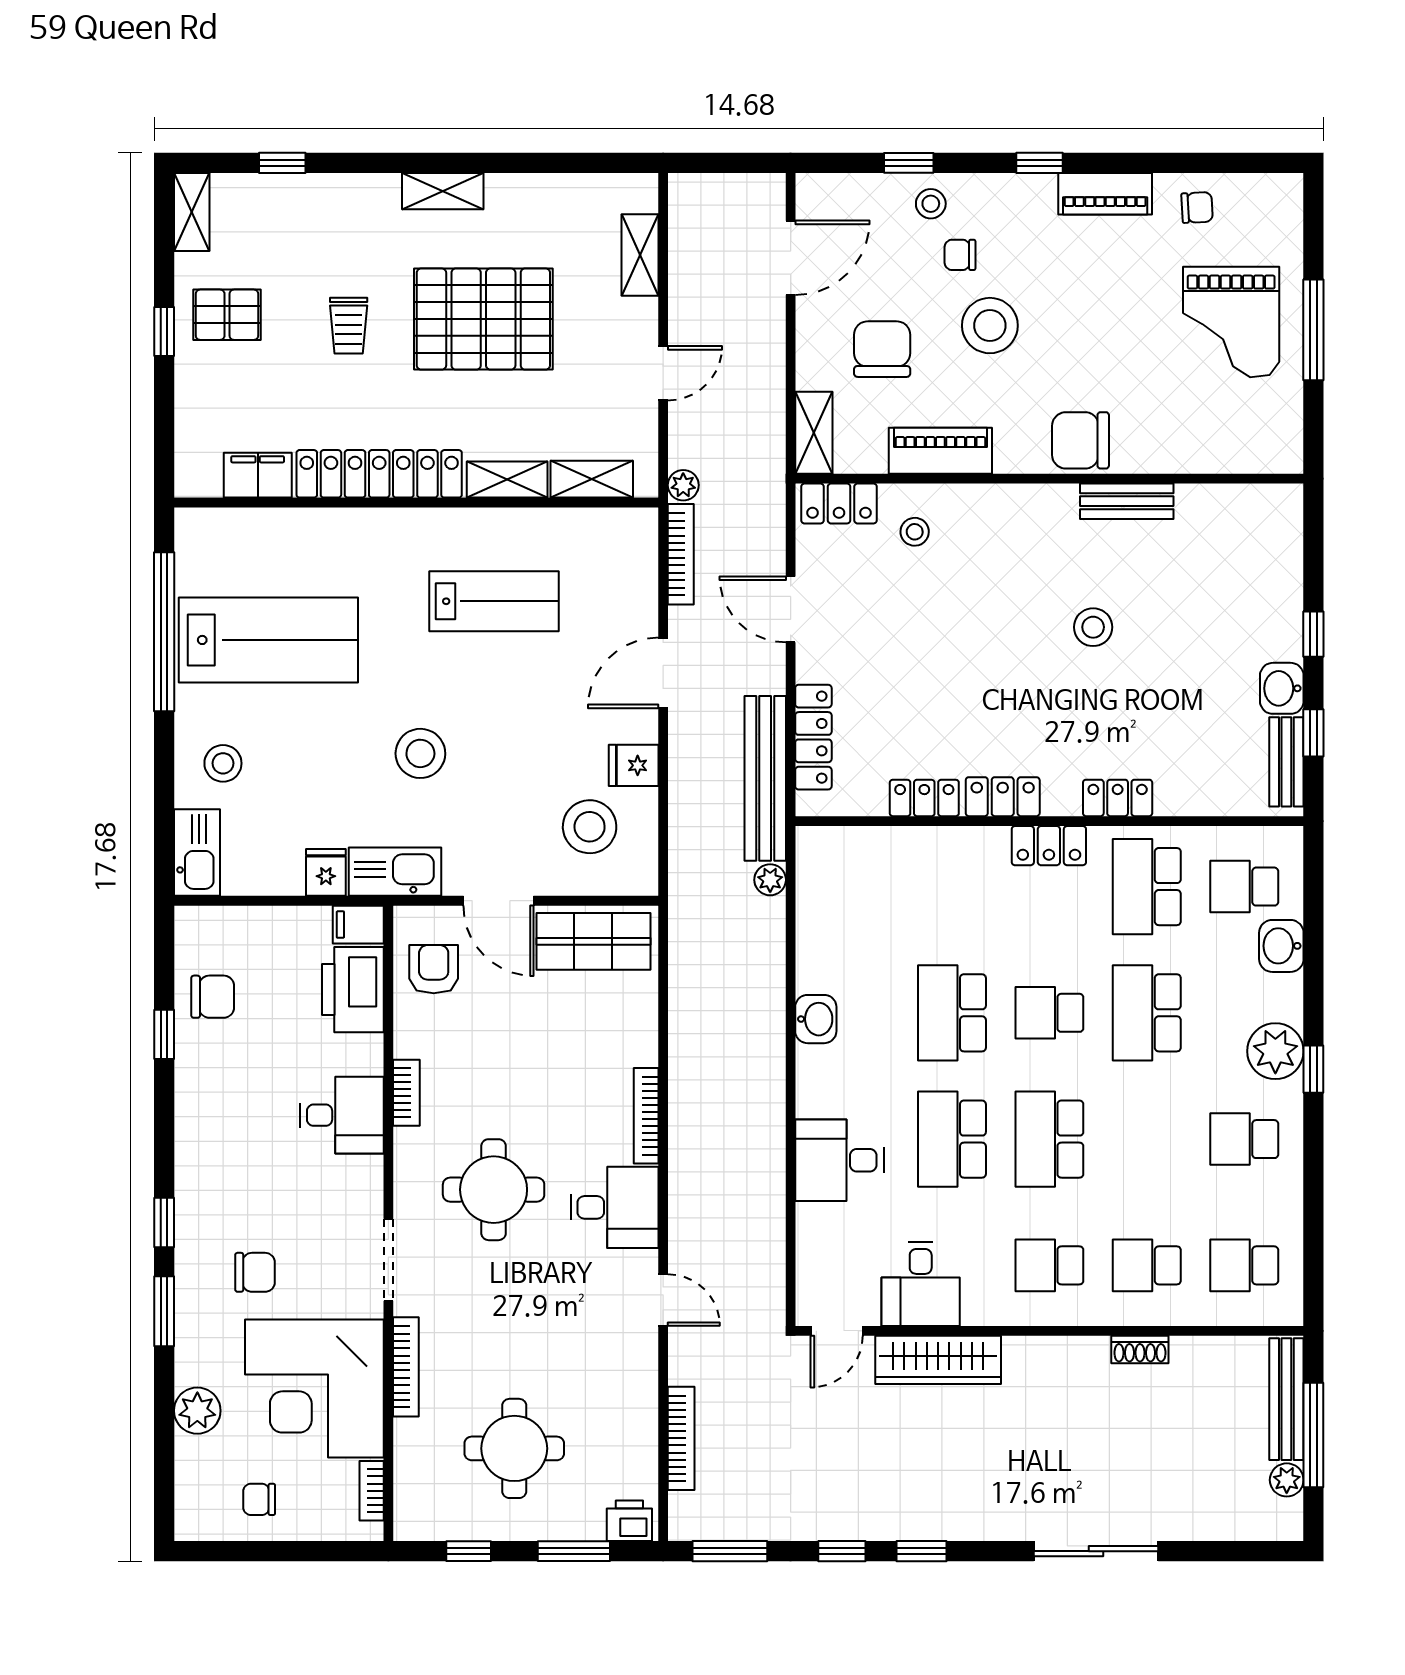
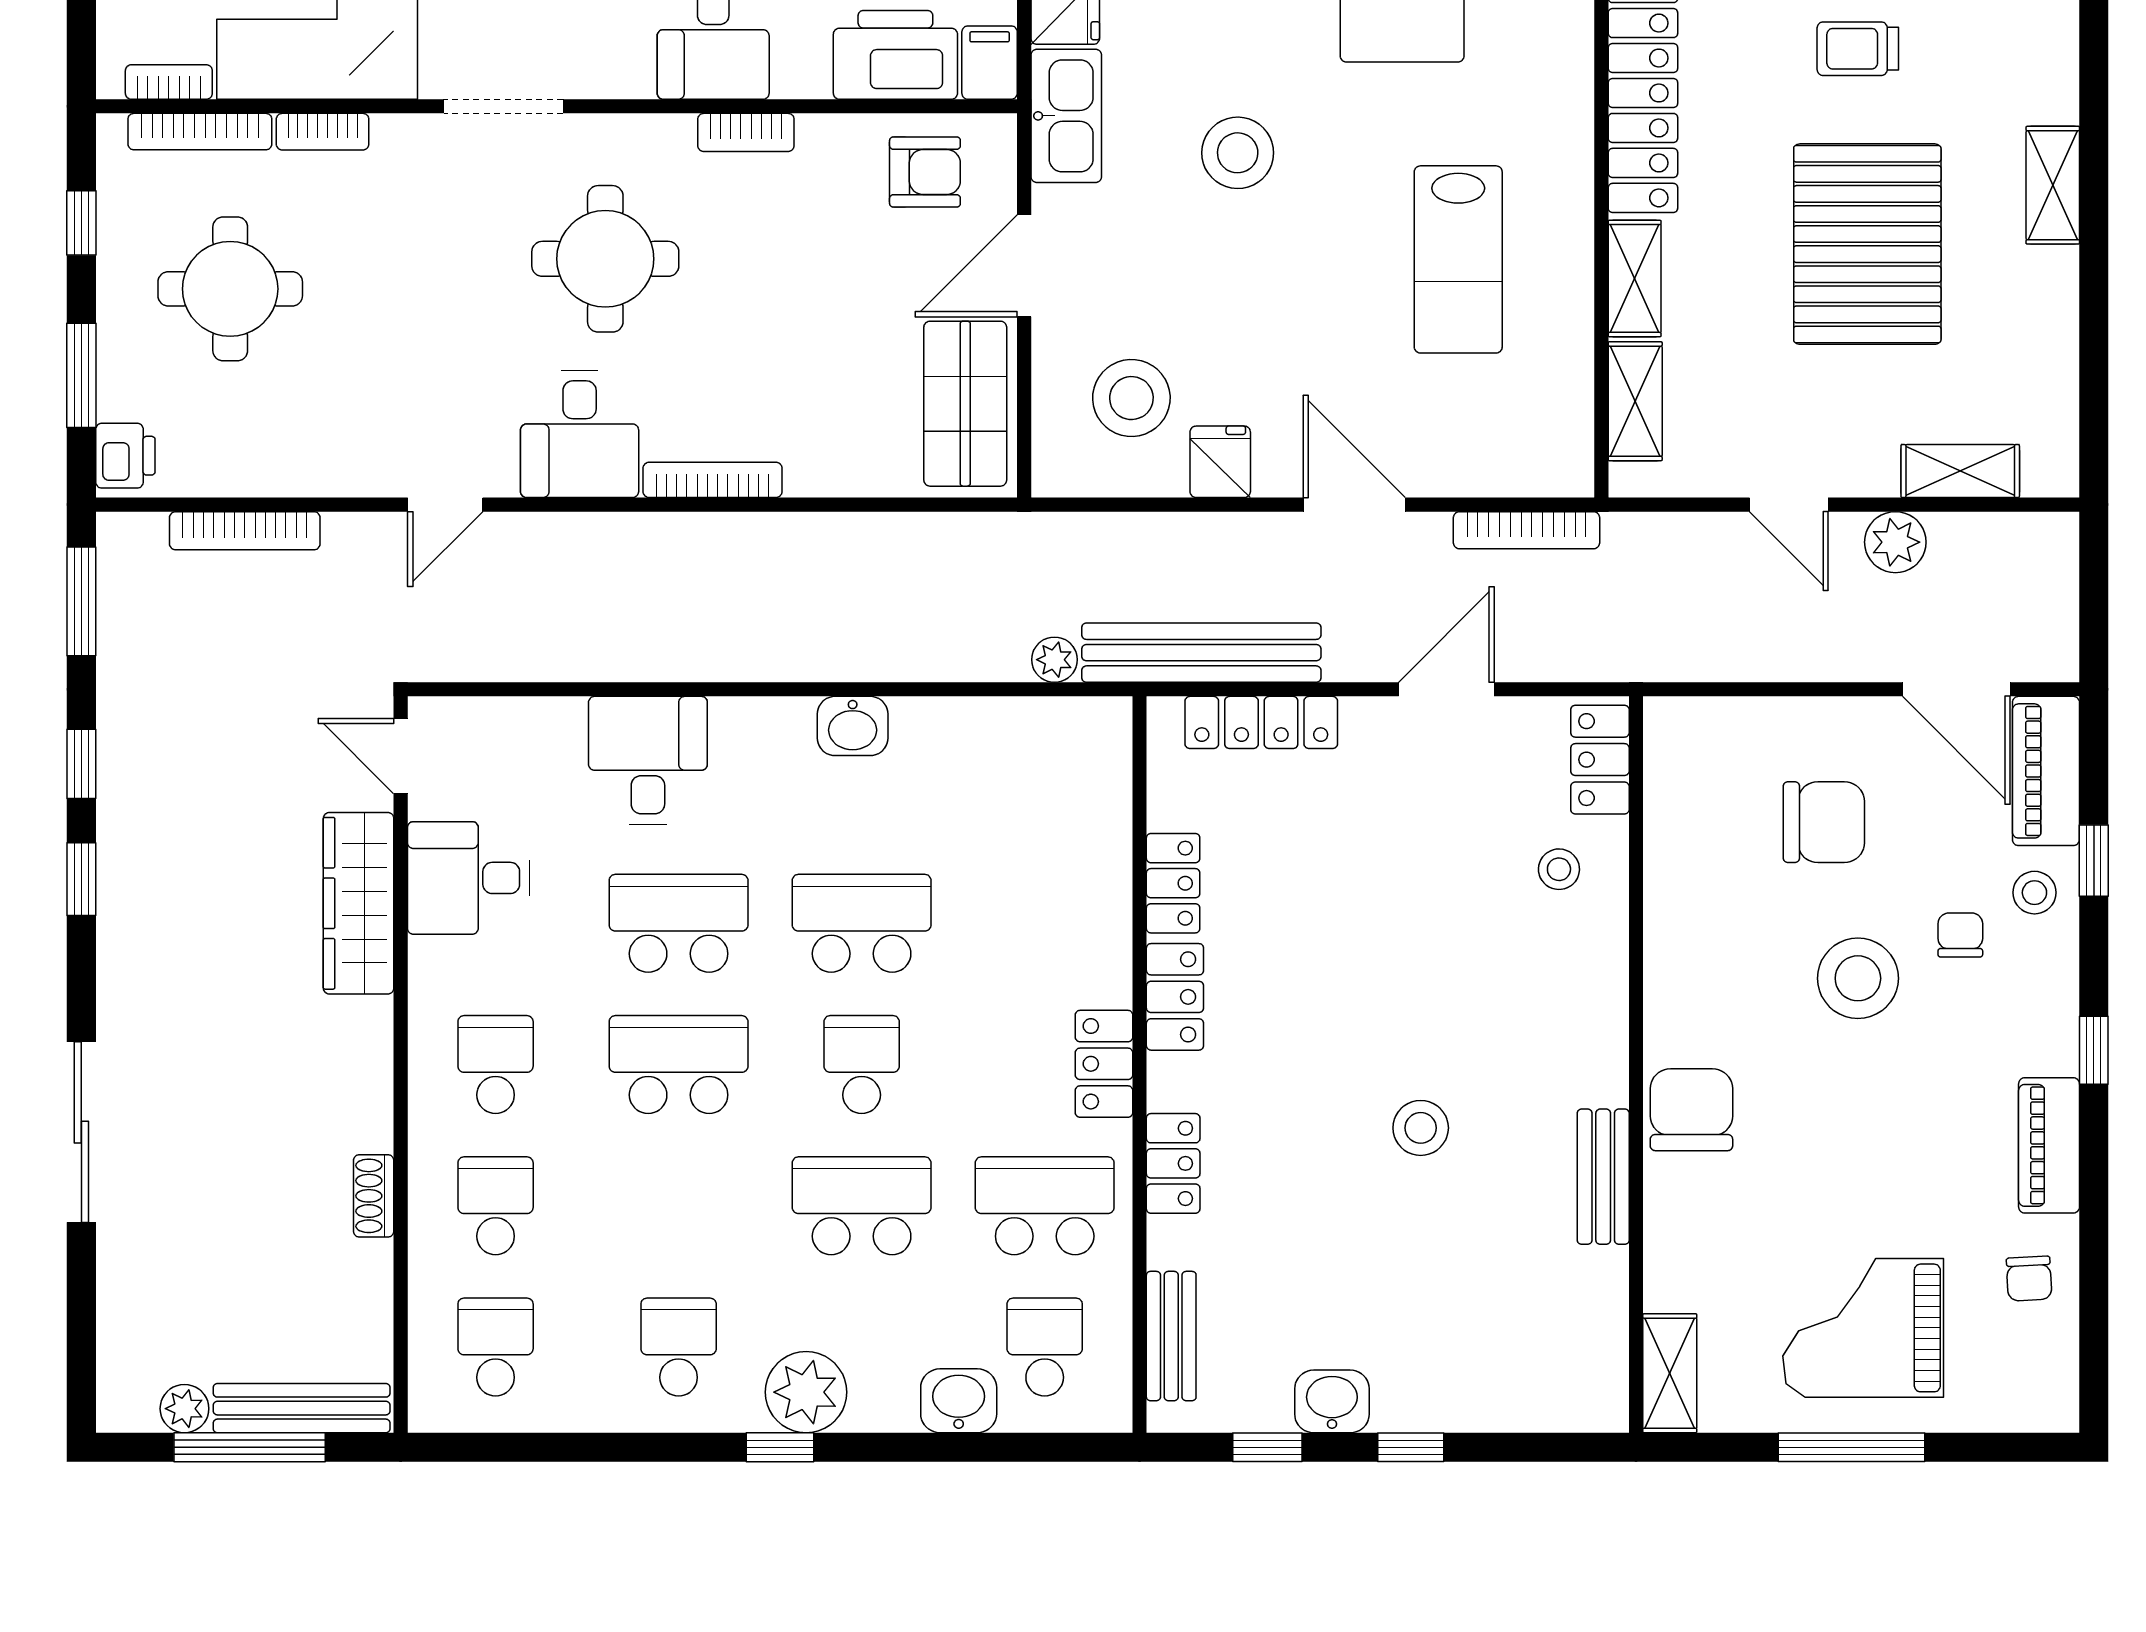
shelving: (814, 433) -> (1670, 1373), moved, turned 90
piano: (940, 451) -> (2046, 771), moved, turned 180
plant: (683, 485) -> (1895, 542), moved, width x1.38, depth x1.38
bench: (1286, 762) -> (1171, 1336), moved, turned 90
bookcase: (406, 1367) -> (323, 132), width x0.64
bookcase: (406, 1469) -> (200, 132), added

